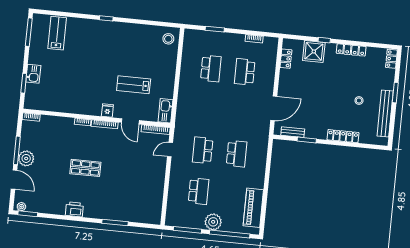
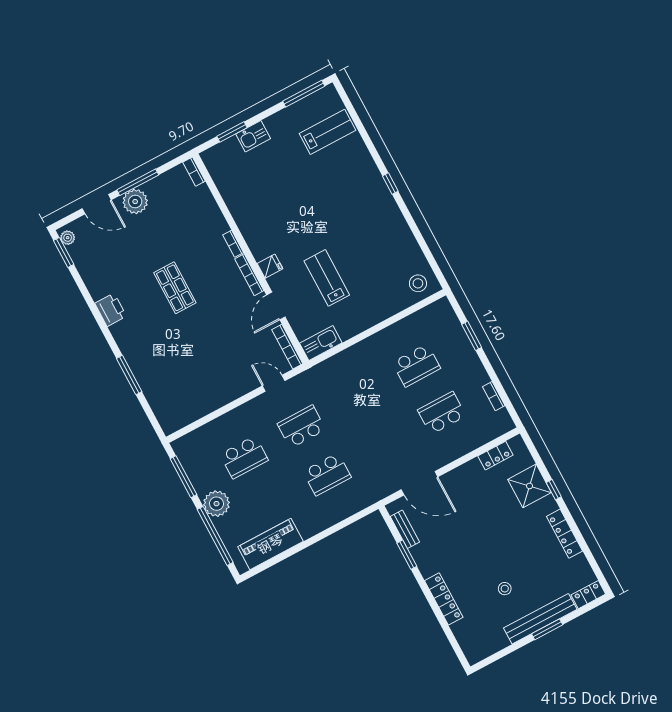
bench: (385, 113) -> (540, 619), moved
door: (14, 180) -> (97, 204), hinge flipped

